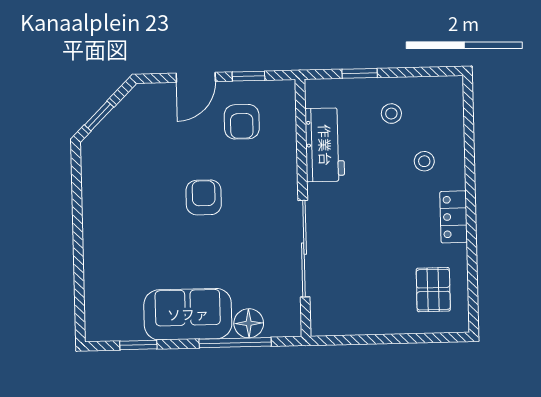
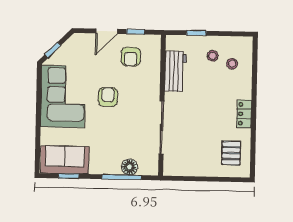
stool: (424, 161) -> (232, 64), moved
corner sofa: (122, 200) -> (63, 97), added
sofa: (188, 314) -> (65, 160), moved

